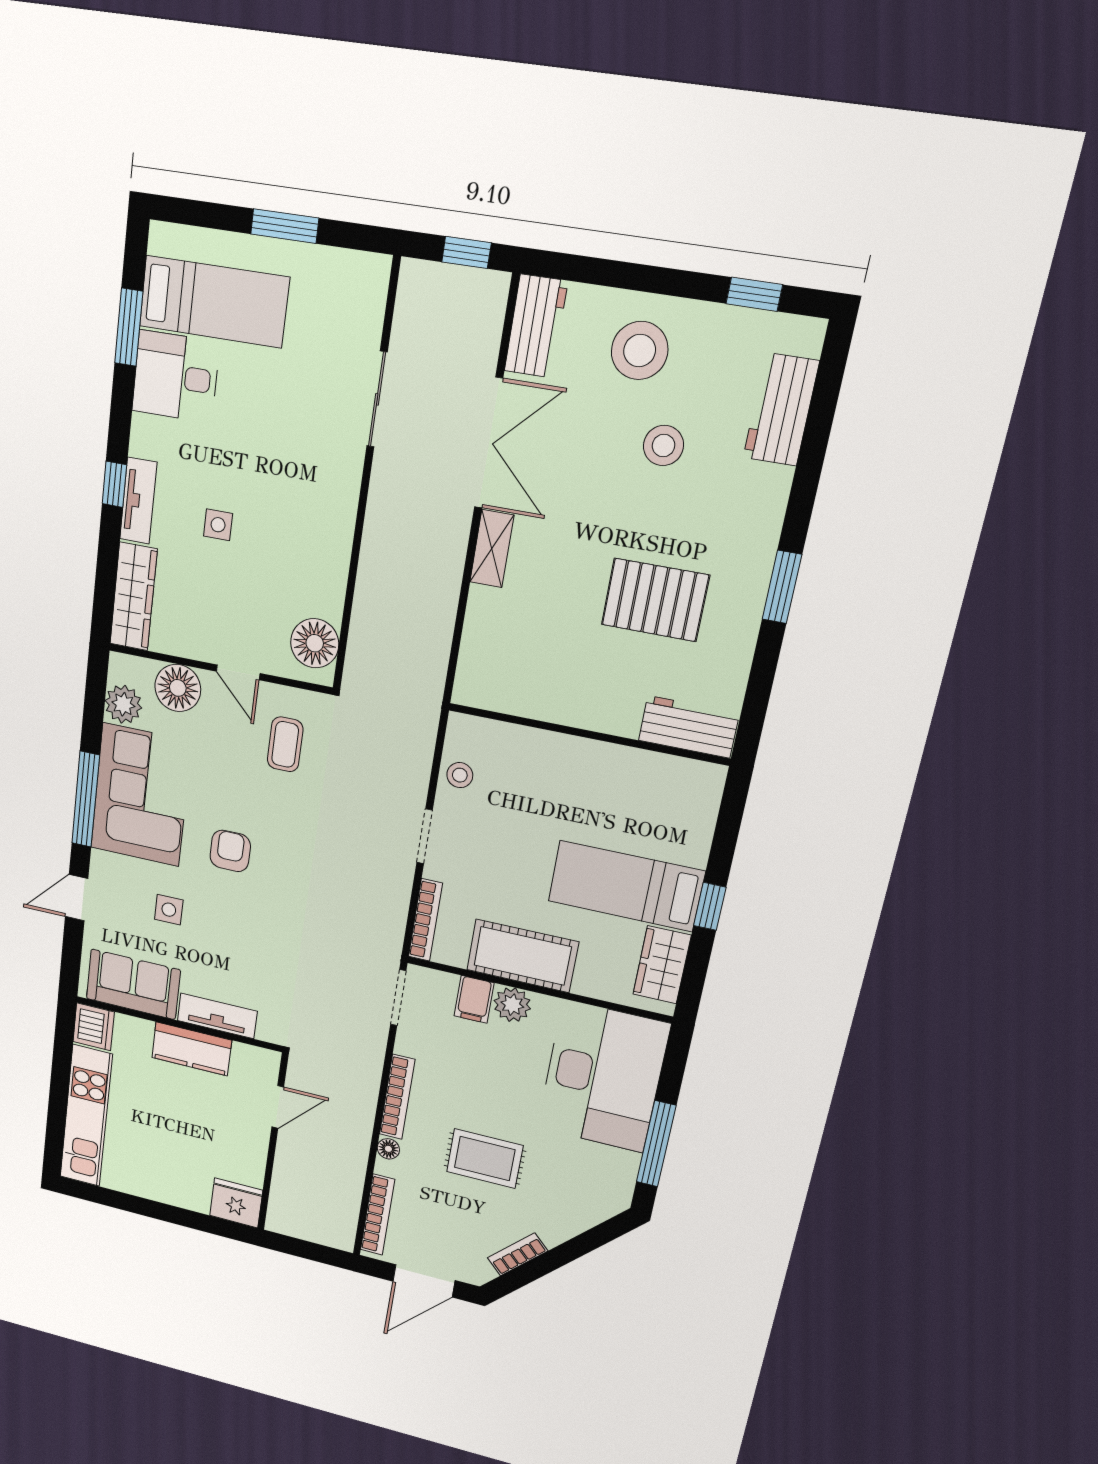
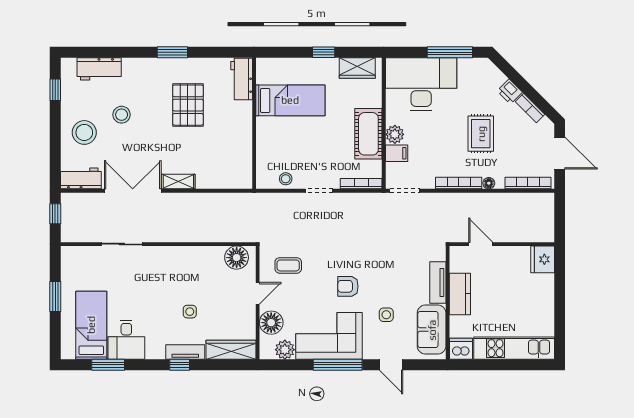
bed: (626, 886) -> (290, 100), moved, turned -90
printer: (556, 1229) -> (510, 92), added

